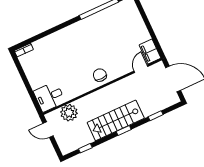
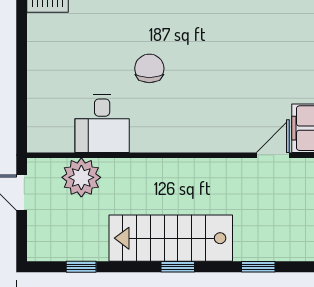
chair: (100, 75) -> (149, 68), moved
desk: (49, 97) -> (102, 123), moved, turned -90

